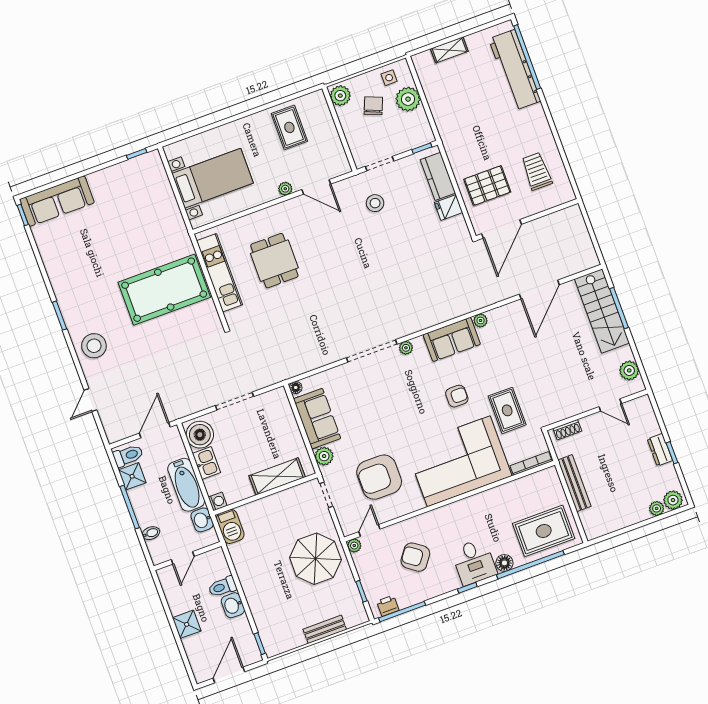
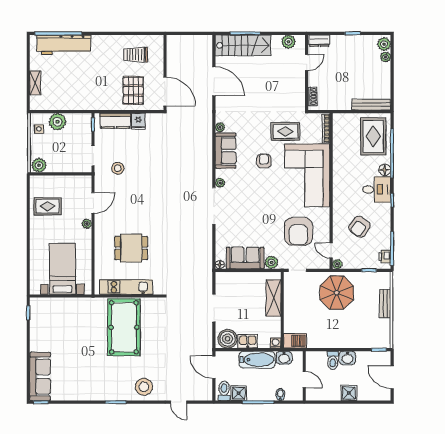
chair: (373, 106) -> (53, 146), removed
dresser: (660, 450) -> (319, 41), moved
bench: (574, 483) -> (371, 105), moved

